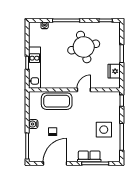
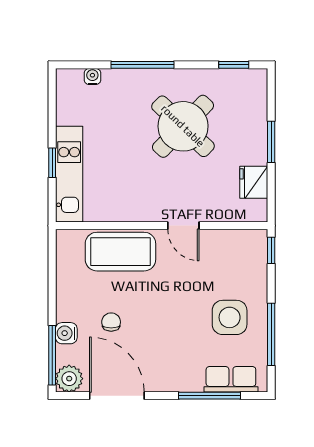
round table: (84, 47) -> (183, 126), turned -31
door: (84, 90) -> (183, 226), swing flipped
water cooler: (33, 124) -> (66, 333), moved
plant: (34, 156) -> (69, 379), added
row of seats: (89, 156) -> (231, 379), moved
door: (55, 163) -> (117, 396), hinge flipped

